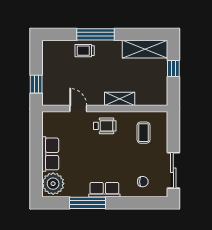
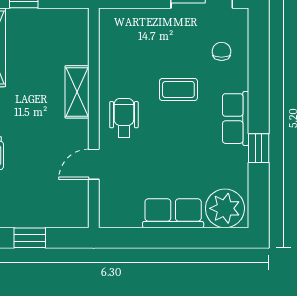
window: (36, 84) -> (30, 238), moved
coffee table: (144, 133) -> (178, 89), moved
window: (87, 203) -> (259, 148), width x0.46

